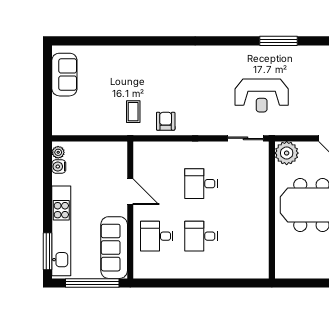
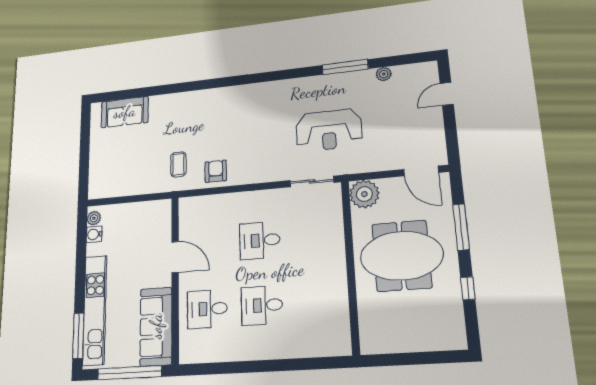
plant: (309, 52) -> (384, 74), added
sofa: (64, 75) -> (125, 112), moved, turned 90

